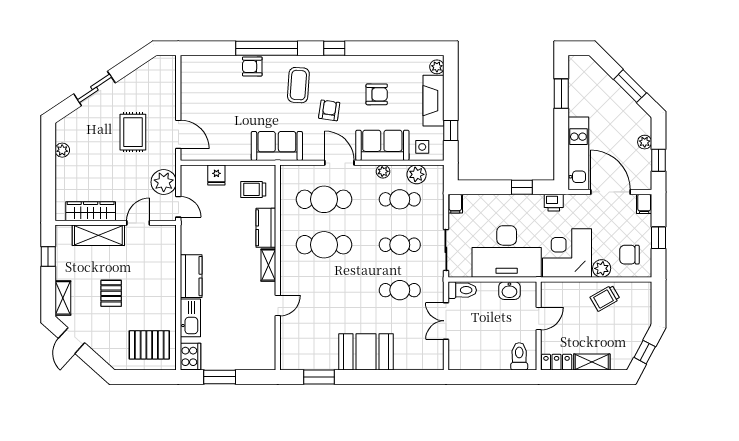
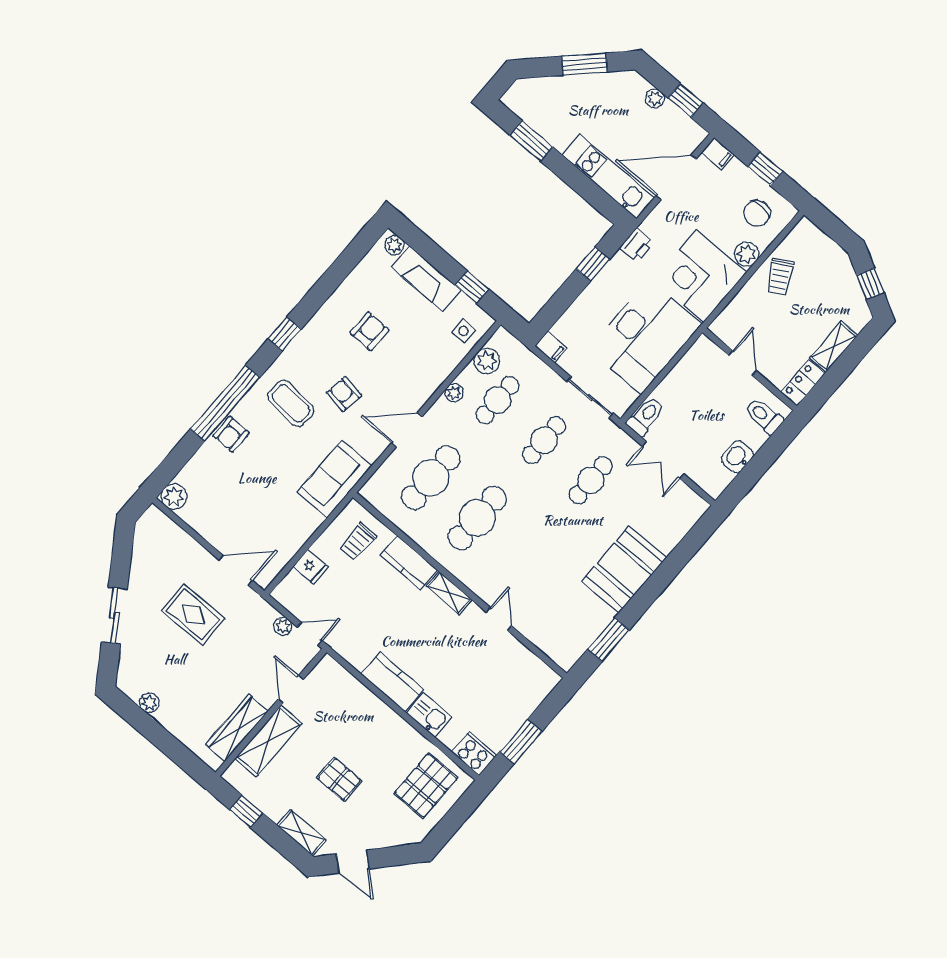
plant: (190, 64) -> (174, 497), added
sofa: (382, 145) -> (427, 370), removed
plant: (164, 182) -> (283, 626), width x0.53, depth x0.53
washbasin: (509, 291) -> (737, 457), moved, turned 180
kitchen sink: (190, 318) -> (429, 715), width x0.73

